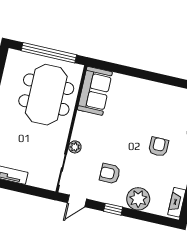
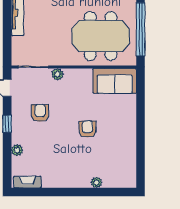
armchair: (159, 147) -> (87, 129), moved, turned -90
plant: (138, 199) -> (17, 150), width x0.53, depth x0.53

